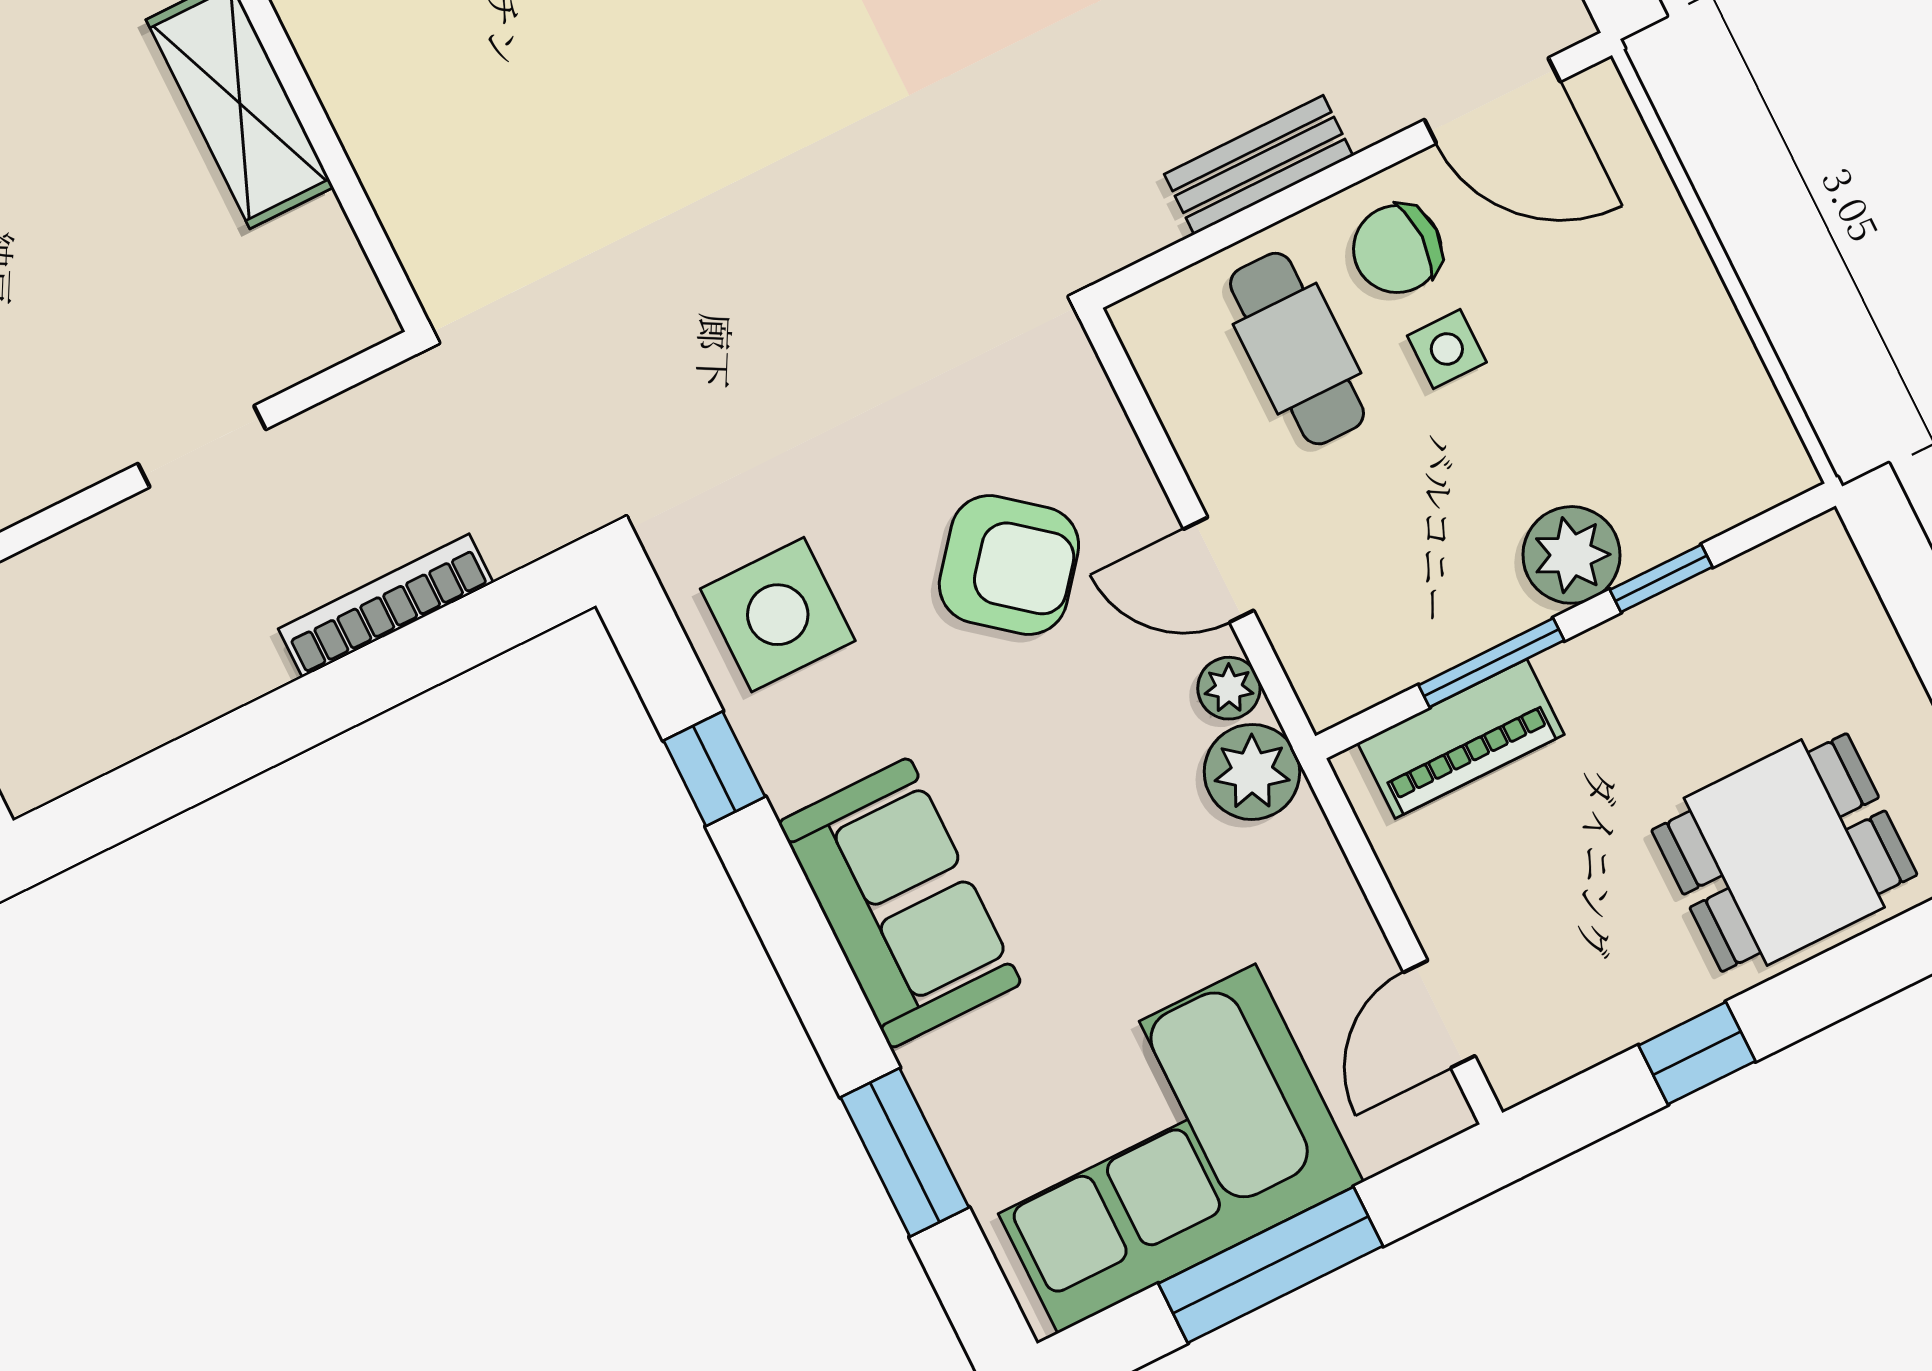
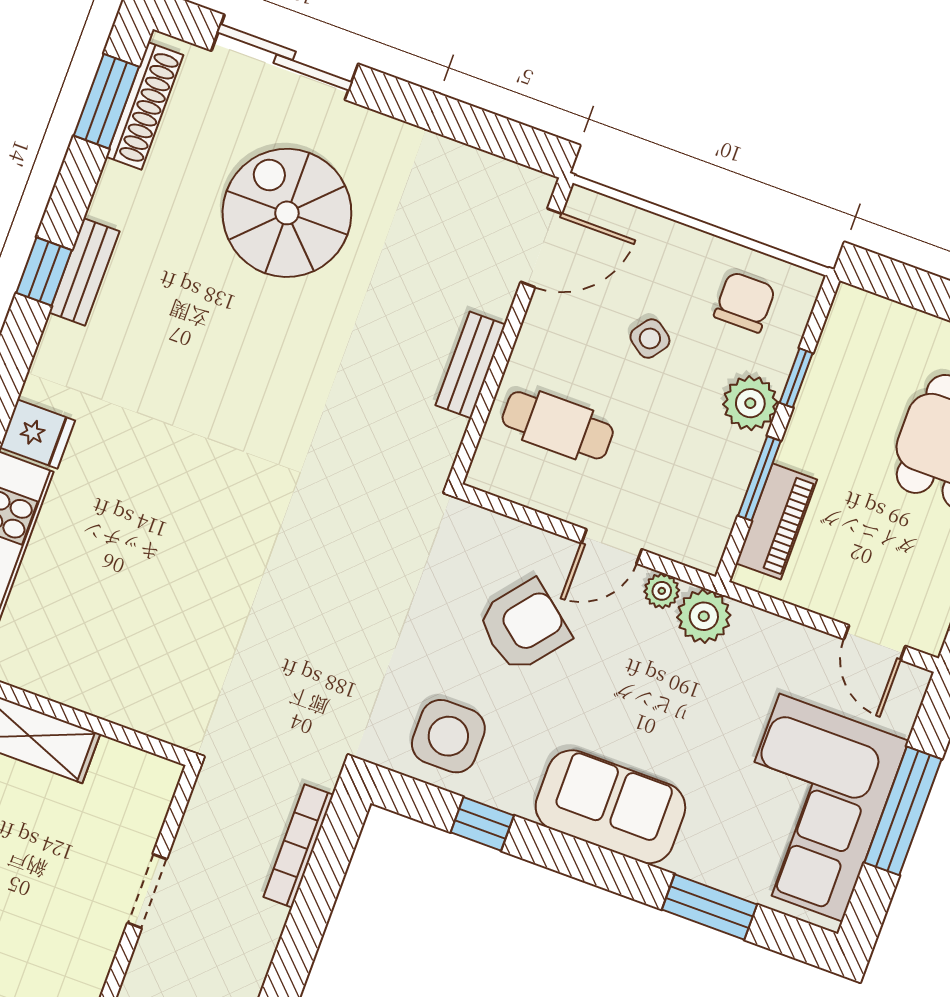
chair: (1397, 249) -> (745, 302), moved, turned 180
side table: (1447, 349) -> (650, 339), moved, turned 36
bookcase: (386, 606) -> (298, 846), moved

